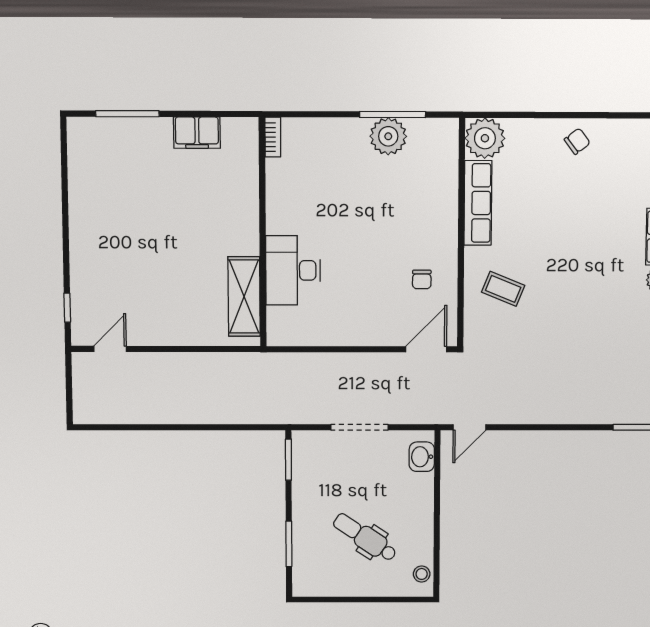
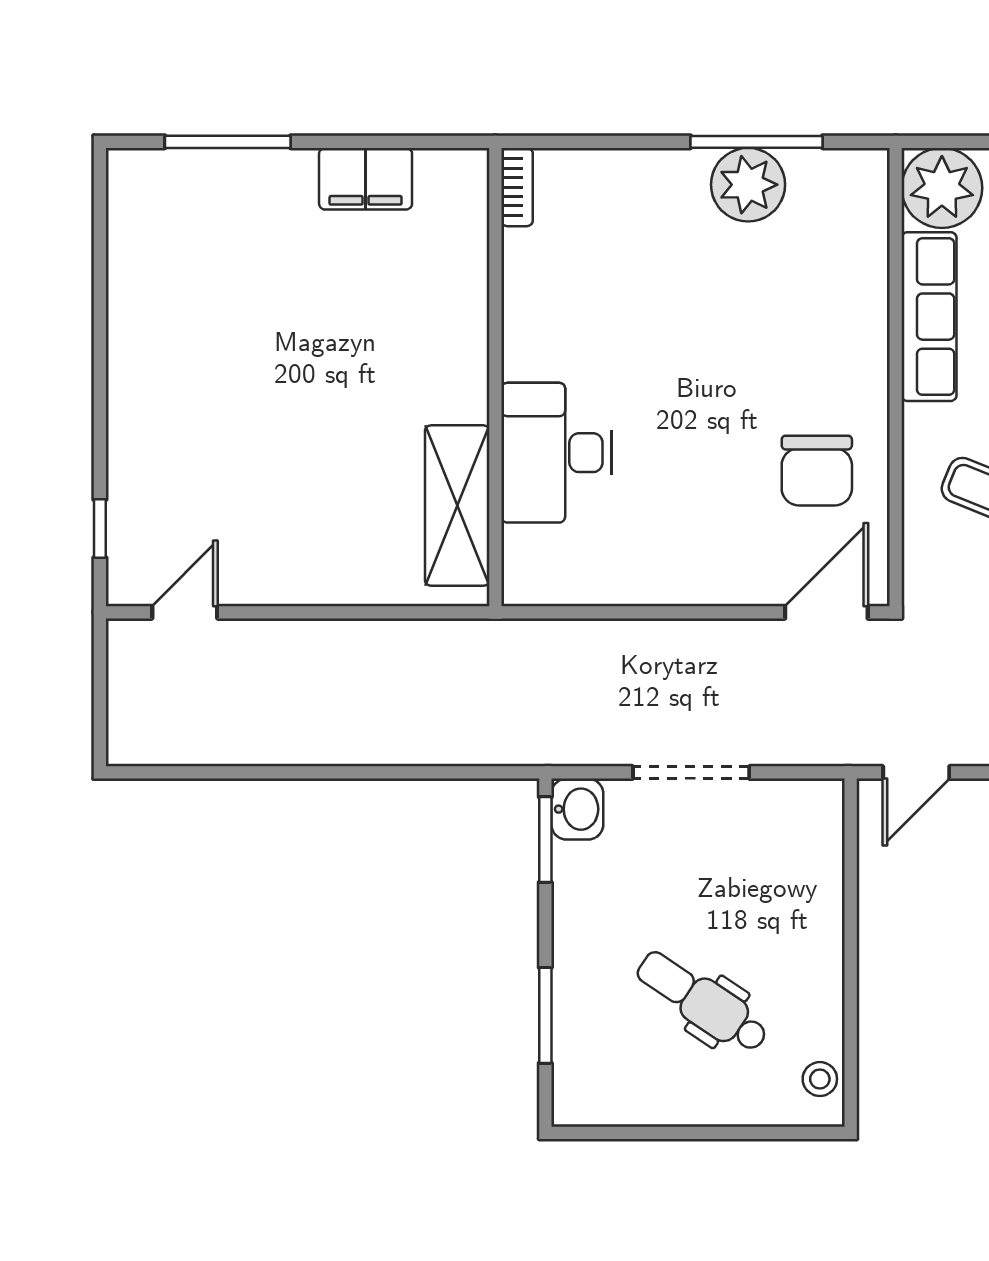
chair: (422, 279) -> (817, 471), width x1.87, depth x1.87
washbasin: (422, 457) -> (577, 809), moved, turned 180

